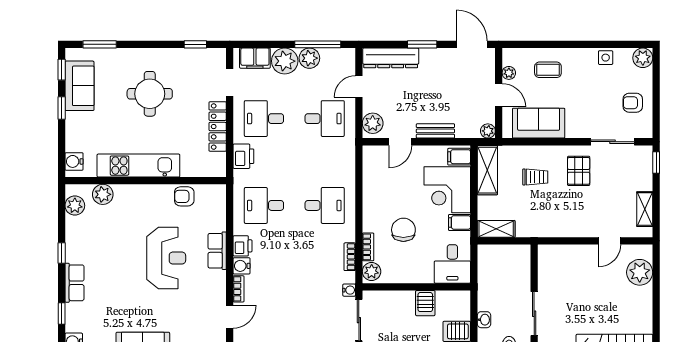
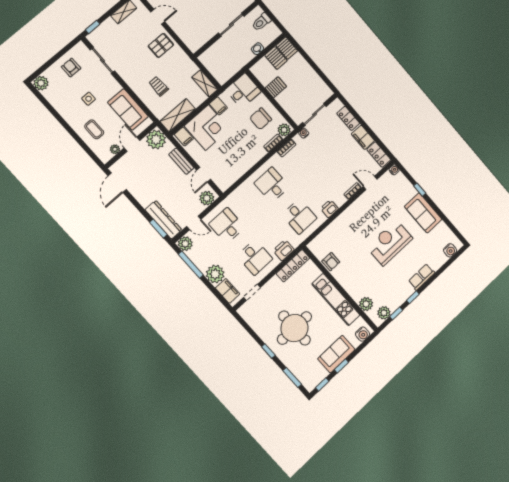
window: (195, 44) -> (268, 351), moved
window: (422, 44) -> (158, 228), moved
plant: (309, 58) -> (185, 244), moved
side table: (606, 58) -> (89, 99), moved
sofa: (79, 86) -> (336, 354), moved
round table: (150, 94) -> (294, 328), width x1.36, depth x1.36
armchair: (633, 103) -> (71, 68), turned 180
locker: (218, 127) -> (293, 266), moved
plant: (488, 131) -> (156, 140), width x1.87, depth x1.87
door: (400, 142) -> (204, 175), swing flipped
pallet: (579, 171) -> (161, 45), moved
chair: (403, 230) -> (261, 119), moved
row of seats: (217, 251) -> (343, 220), removed
reception desk: (166, 258) -> (390, 243), moved
water cooler: (242, 266) -> (340, 200), removed
window: (62, 313) -> (396, 313), moved

